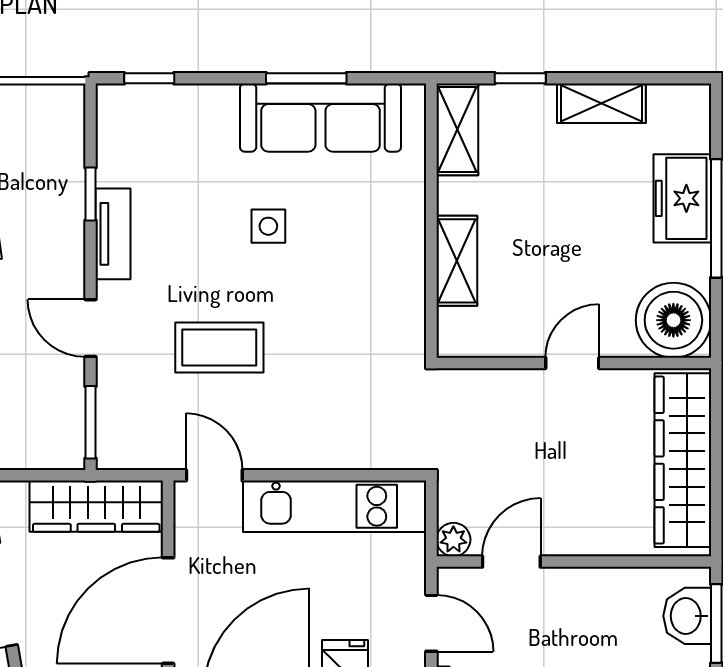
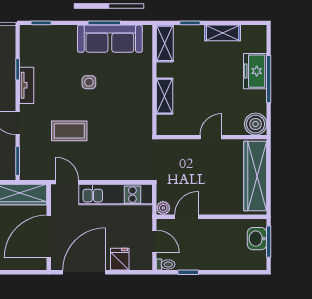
boiler: (673, 320) -> (256, 124), width x0.73, depth x0.73

